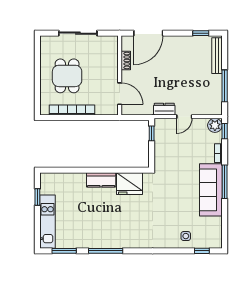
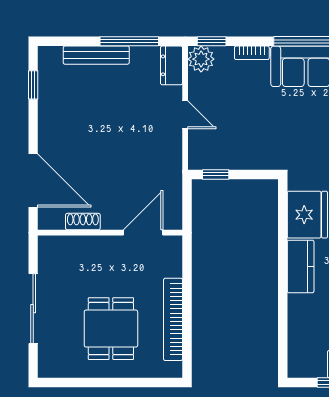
bench: (217, 56) -> (96, 55), moved
dining table: (67, 76) -> (111, 329), turned 90
dresser: (164, 109) -> (172, 65), moved

